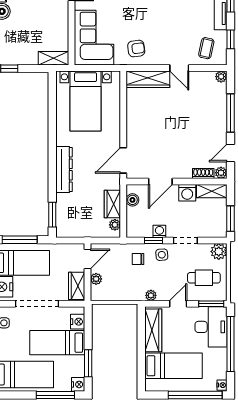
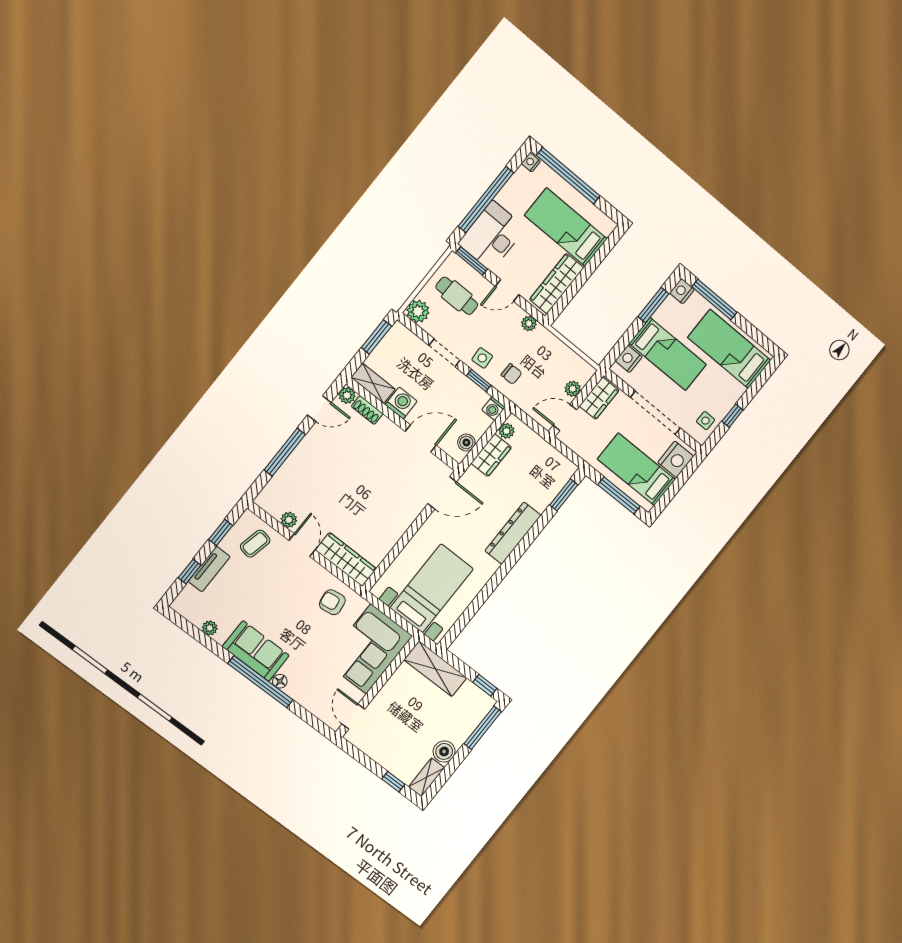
shelving: (54, 58) -> (435, 669), width x1.50, depth x1.33
plant: (221, 77) -> (289, 520), moved
washing machine: (159, 231) -> (493, 409), moved

